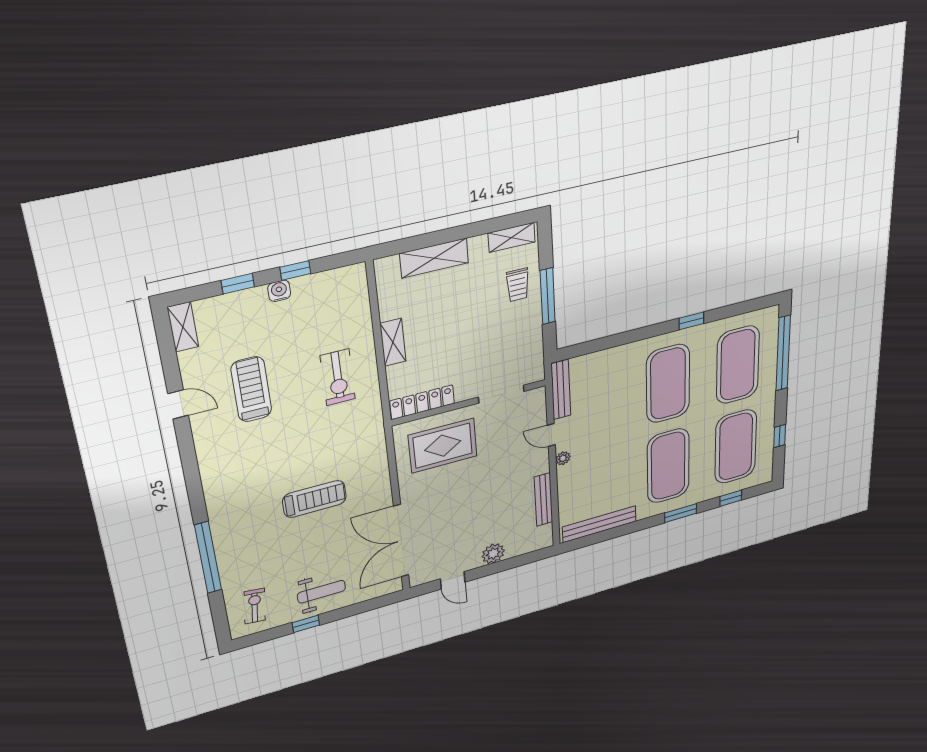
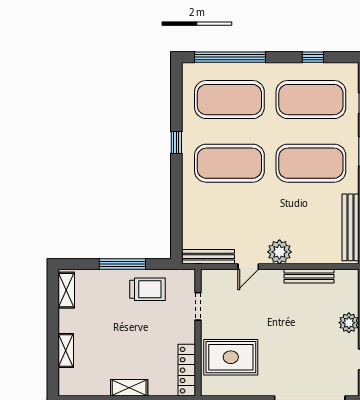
shelving: (434, 258) -> (66, 351), width x0.67, depth x0.75
trolley: (518, 285) -> (147, 289), moved, width x1.36, depth x1.39
doorway: (501, 394) -> (198, 306), width x0.73
rug: (443, 446) -> (231, 357), turned 90
plant: (563, 458) -> (279, 252), width x1.88, depth x1.88

